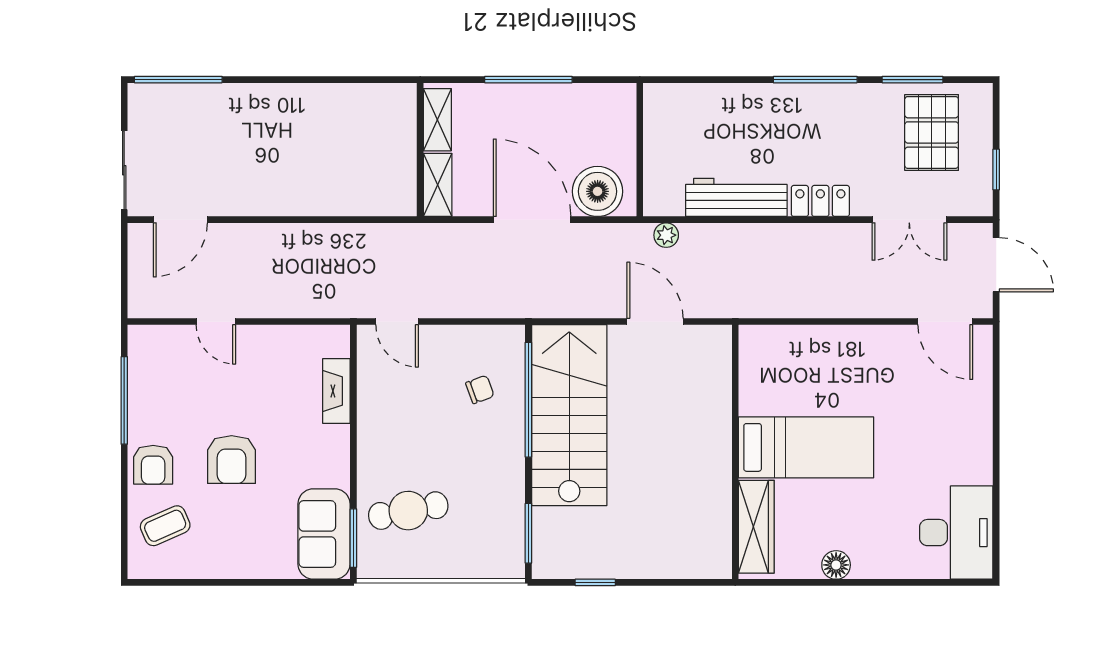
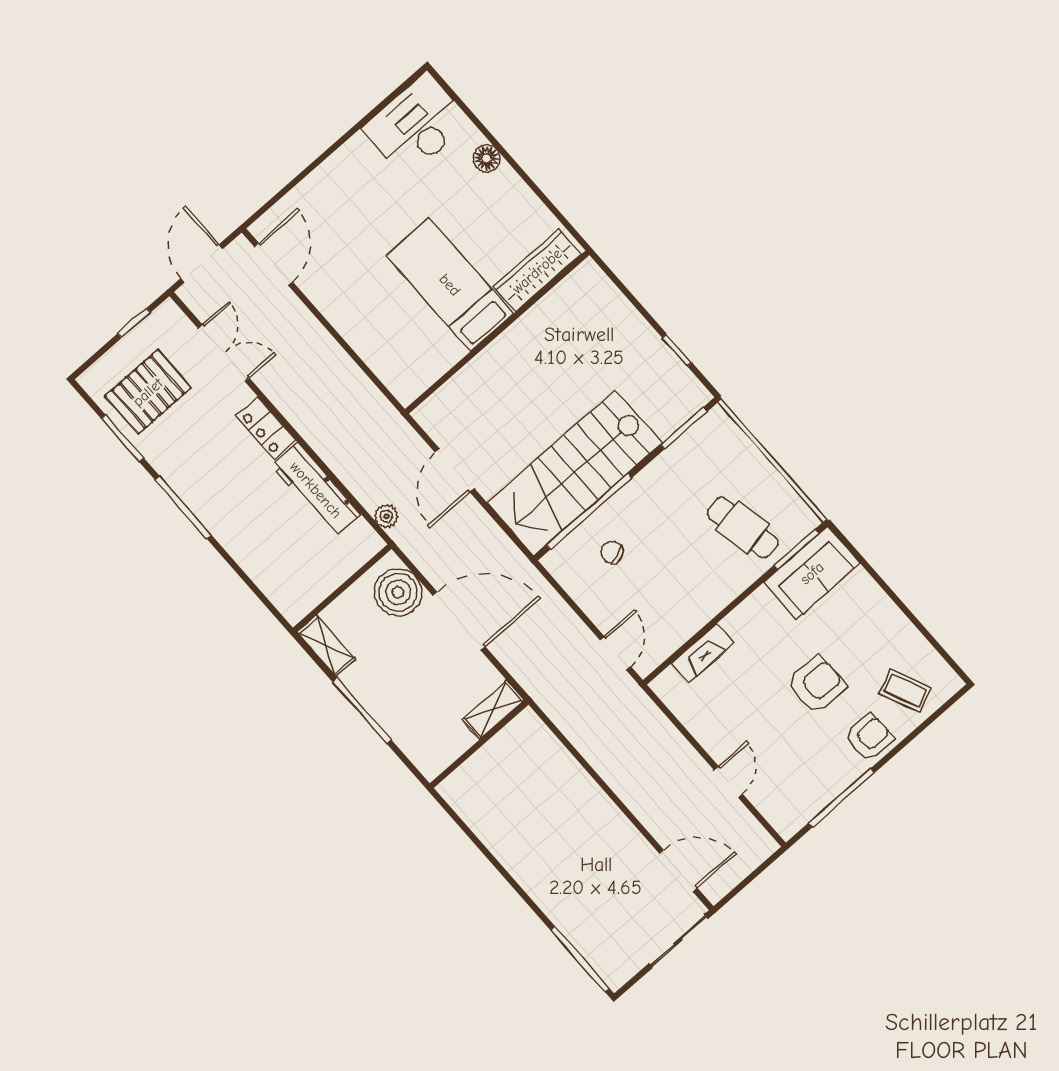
shelving: (437, 120) -> (326, 646), moved, turned 90
door: (532, 220) -> (459, 621), swing flipped
floor lamp: (836, 565) -> (487, 158), moved

